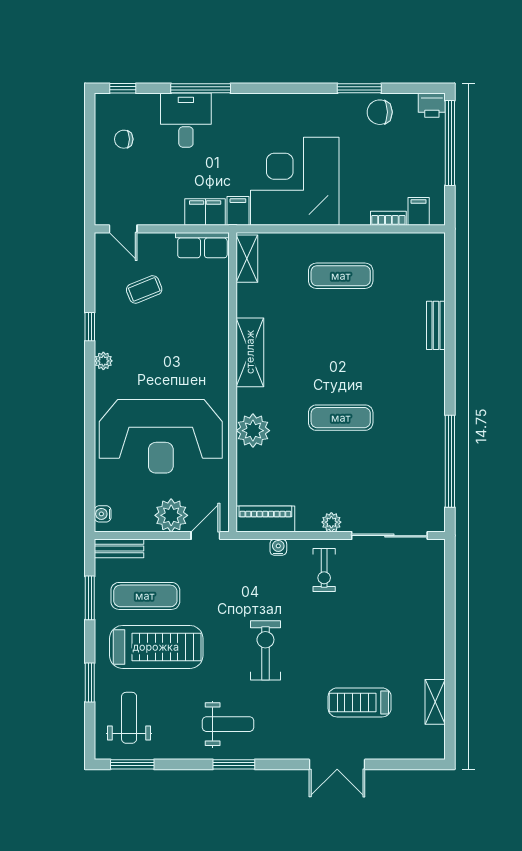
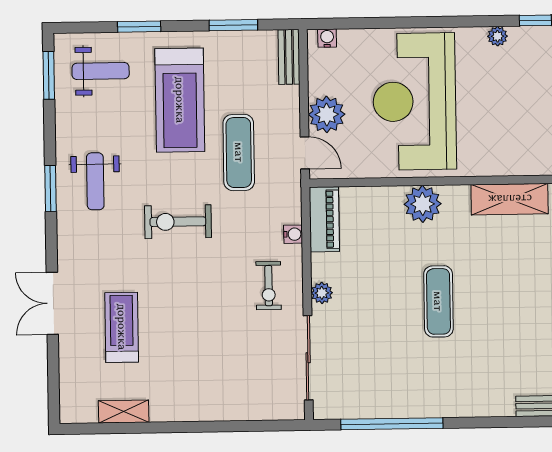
exercise bike: (324, 570) -> (269, 286), turned -90
exercise mat: (145, 596) -> (239, 152), moved
exercise bike: (265, 650) -> (178, 222), turned 180

